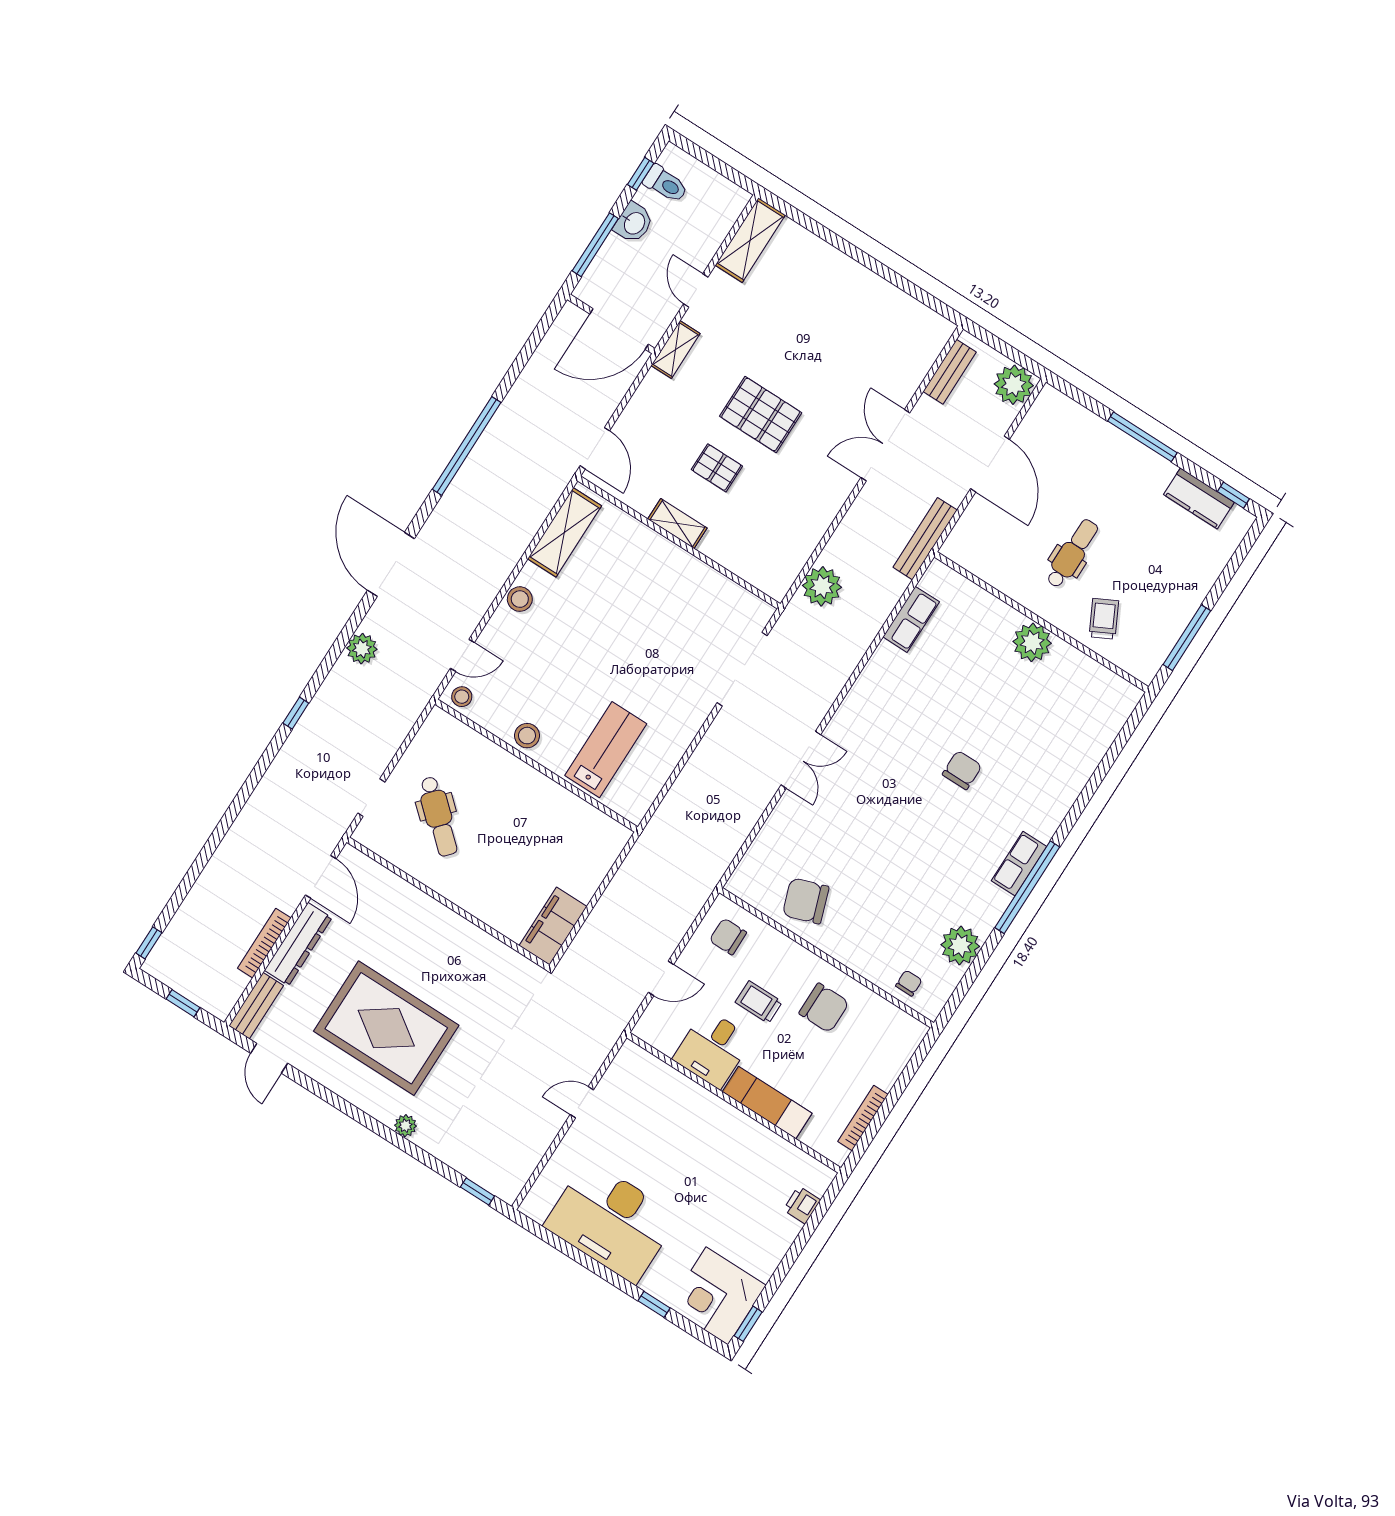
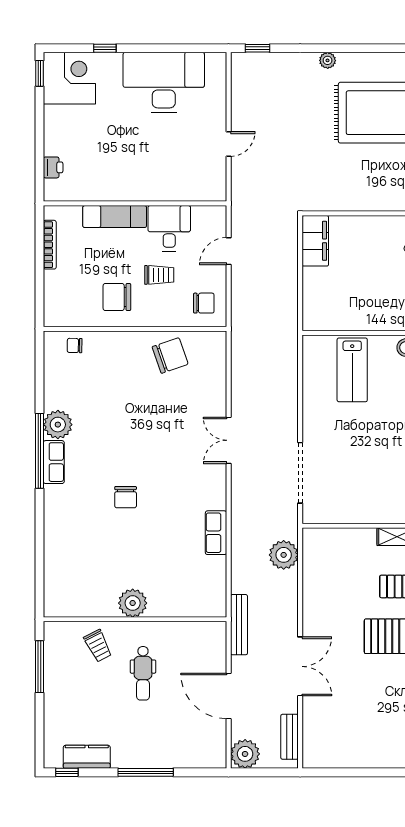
row of seats: (911, 619) -> (216, 533), moved
plant: (960, 945) -> (58, 425), moved
chair: (909, 983) -> (75, 345), turned 91

